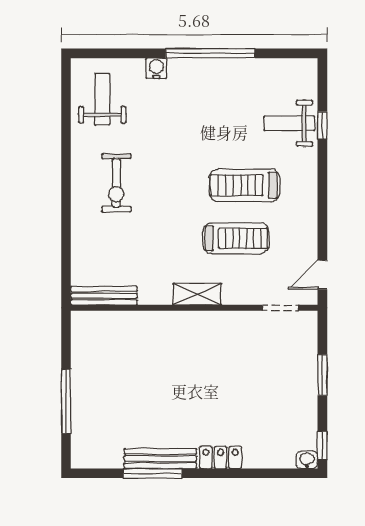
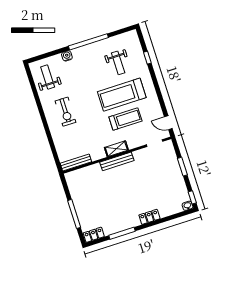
weight bench: (289, 123) -> (118, 63), moved, turned -90
treadmill: (244, 185) -> (122, 95), width x1.37, depth x1.38
door: (322, 275) -> (168, 123), hinge flipped
locker: (93, 457) -> (94, 235), added
bench: (160, 459) -> (117, 161), moved

